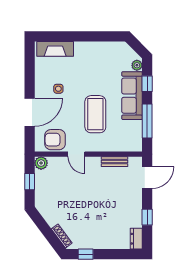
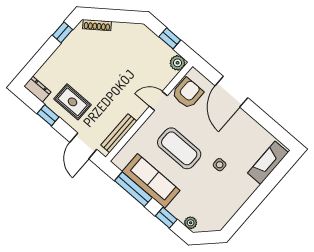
side table: (58, 89) -> (220, 165), moved
sofa: (132, 96) -> (151, 181), moved
bench: (114, 162) -> (119, 133), width x1.36
rug: (125, 209) -> (72, 102), added

